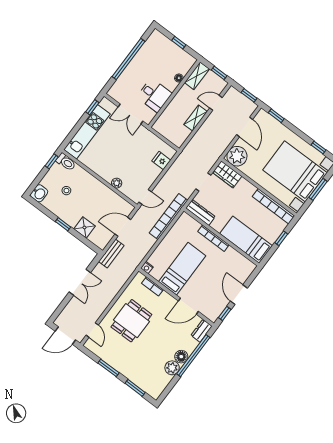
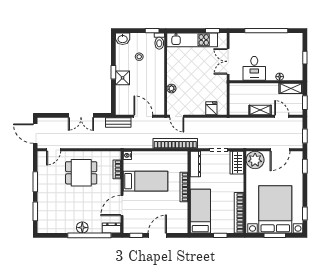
shower: (84, 227) -> (123, 78), moved
door: (188, 306) -> (122, 206), hinge flipped
plant: (172, 368) -> (69, 227), removed

